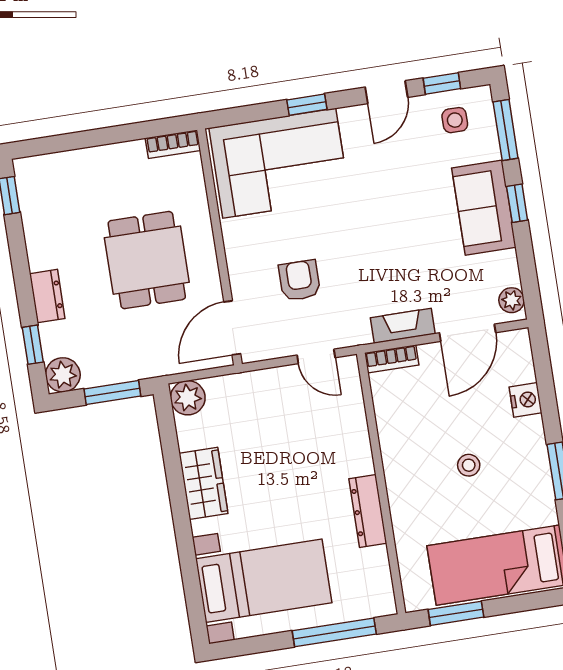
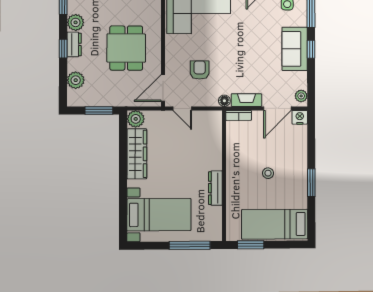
plant: (39, 225) -> (76, 22), added
dresser: (47, 296) -> (74, 44), moved
floor lamp: (359, 334) -> (224, 101), added
window: (33, 345) -> (63, 49), moved
door: (316, 356) -> (182, 108), moved
plant: (63, 375) -> (76, 80), moved
nightstand: (525, 400) -> (300, 117), moved, turned -90
wardrobe: (203, 483) -> (137, 154), width x1.50

